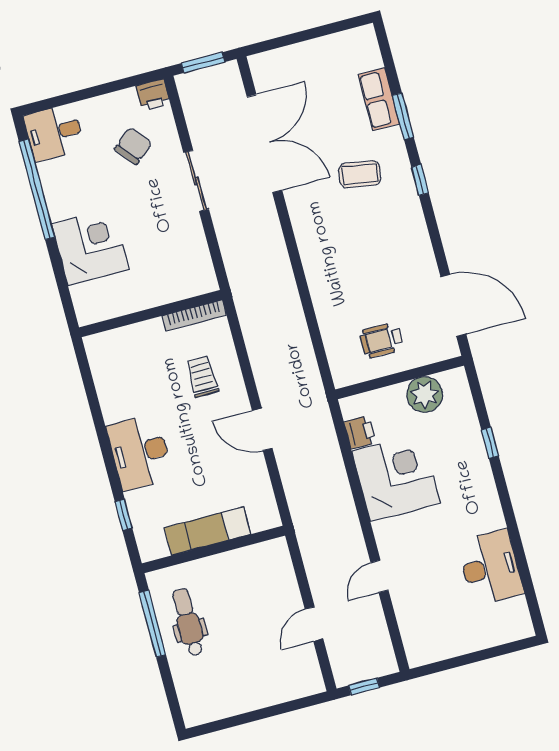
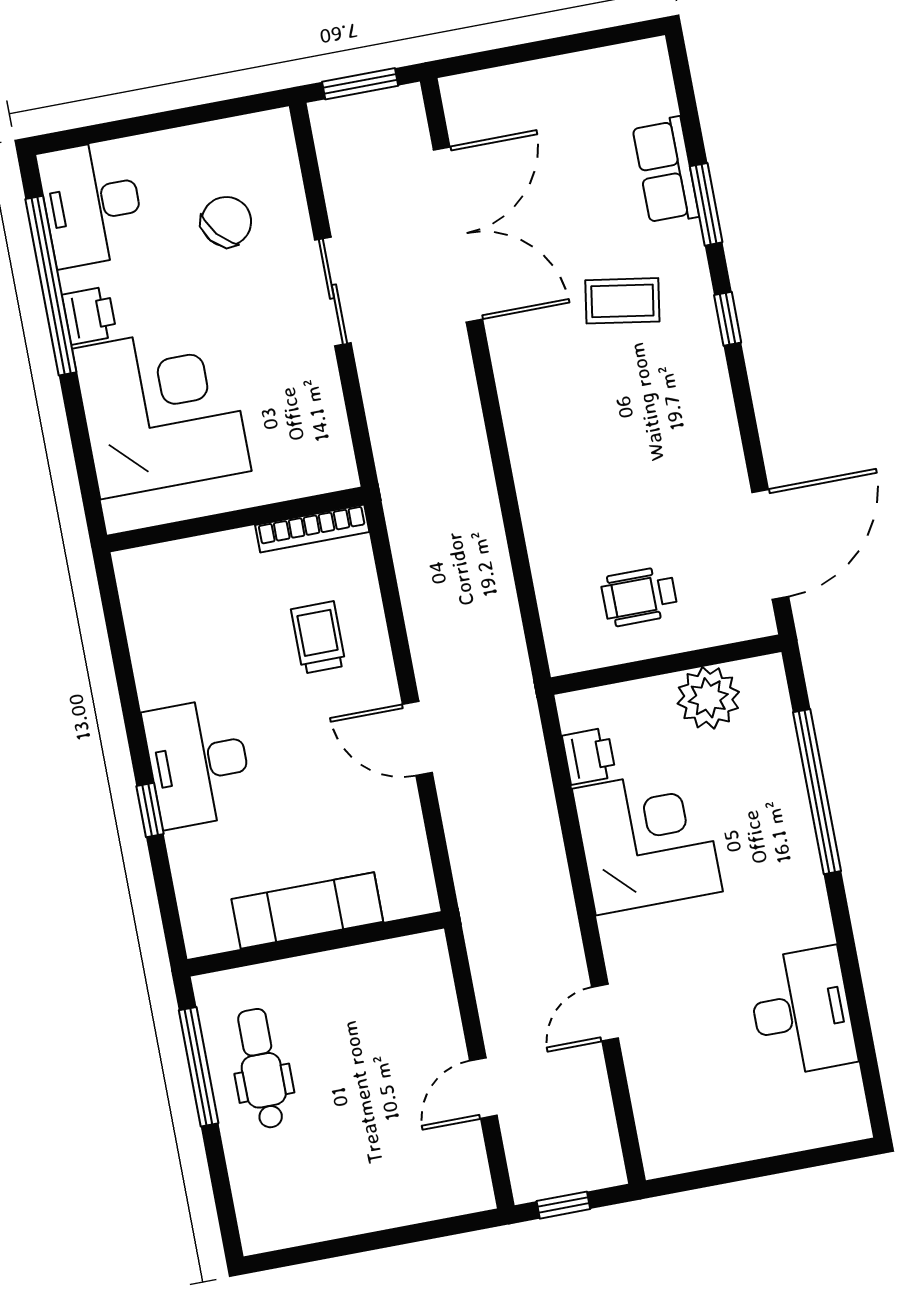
printer: (153, 95) -> (89, 315), moved, turned -90
desk: (54, 133) -> (92, 204), width x1.37
corner desk: (90, 247) -> (162, 410), width x1.36, depth x1.36
door: (453, 305) -> (770, 544), hinge flipped
window: (490, 443) -> (817, 792), width x3.17
window: (124, 515) -> (150, 810), moved

